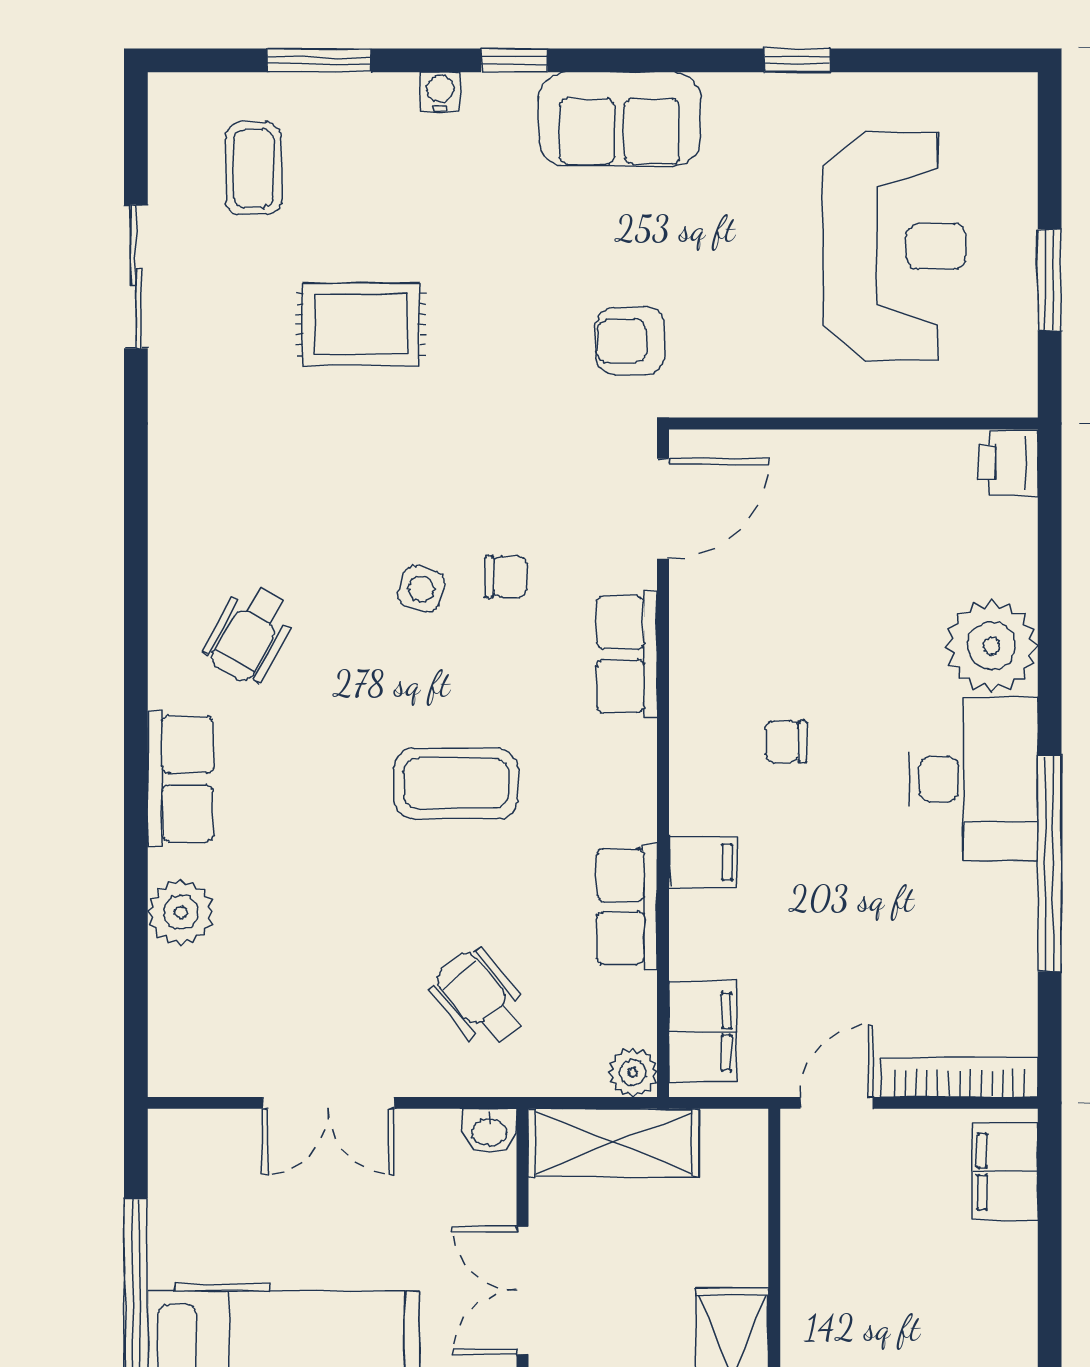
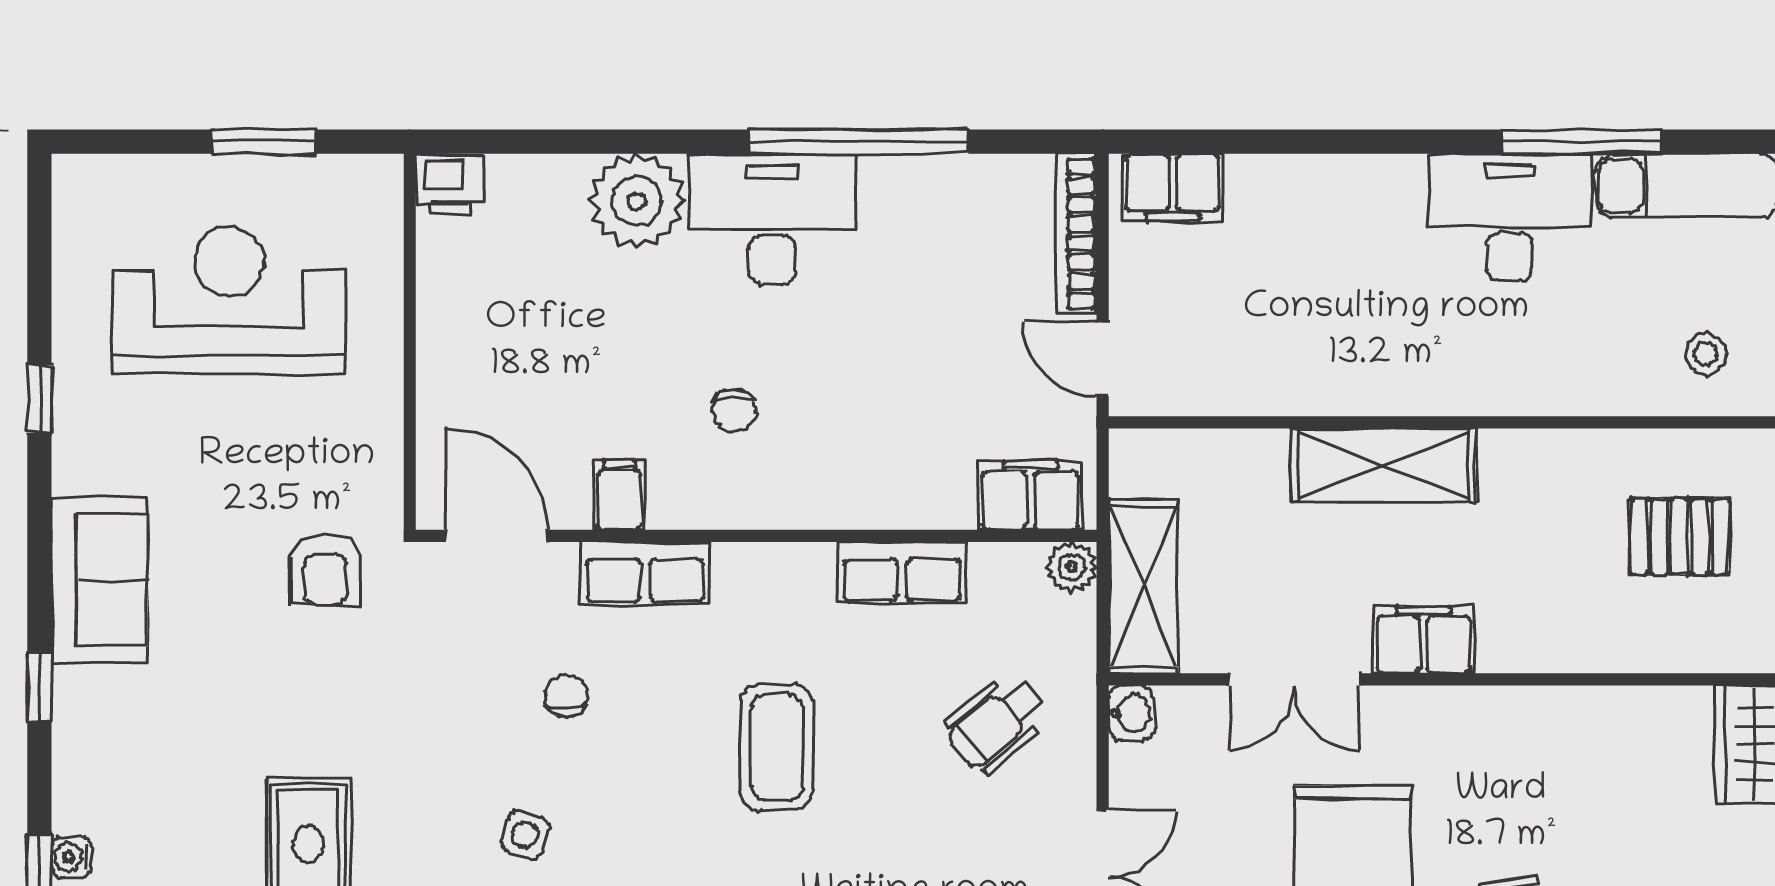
water cooler: (440, 92) -> (72, 857), moved
side table: (421, 589) -> (525, 835), moved
filing cabinet: (703, 862) -> (619, 495), moved

